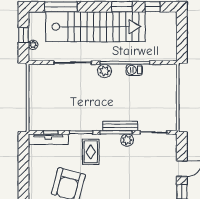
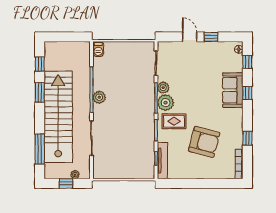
barbecue: (134, 70) -> (98, 49), moved
plant: (105, 71) -> (99, 97), moved
bench: (120, 126) -> (150, 94), removed
plant: (111, 143) -> (166, 103), added

